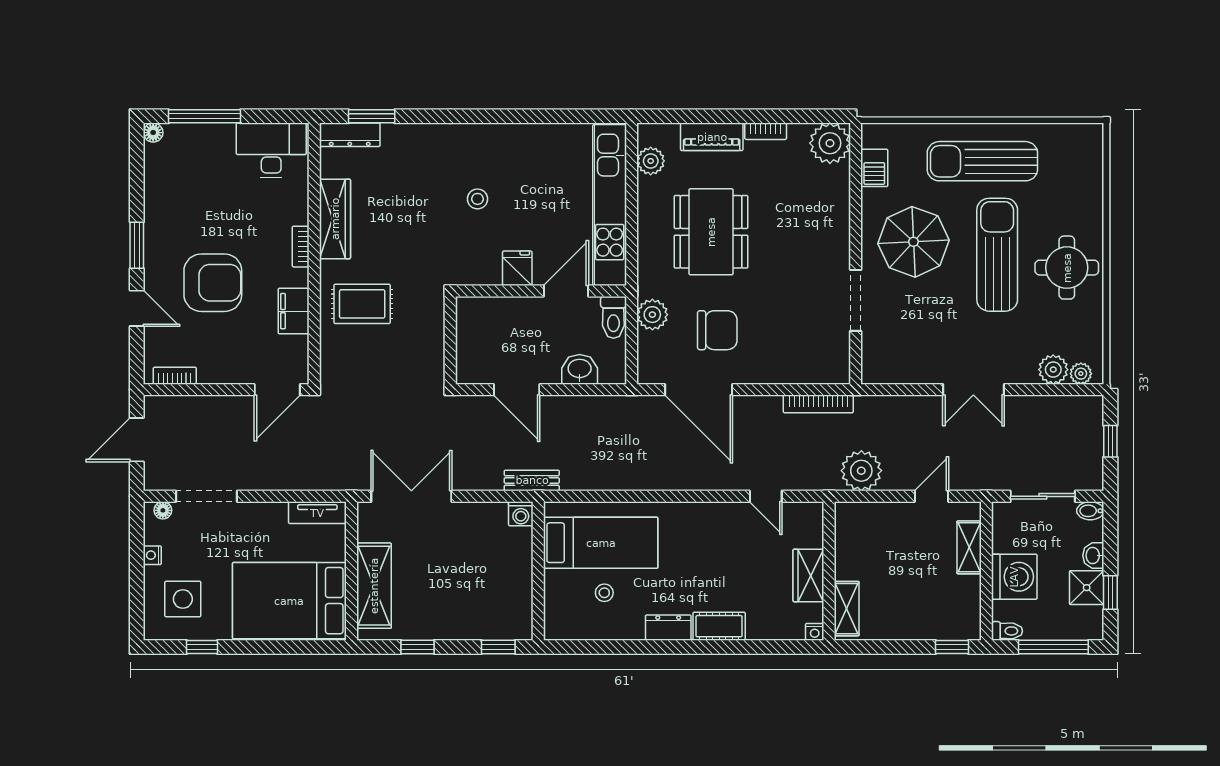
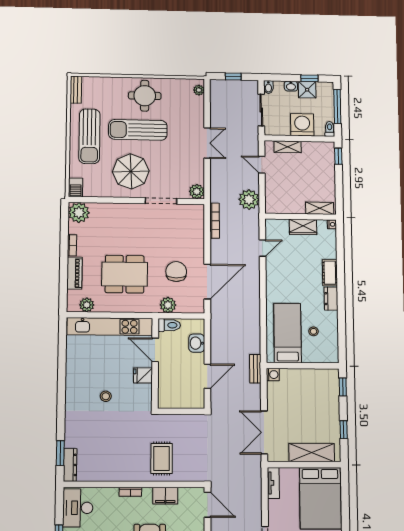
bench: (1076, 133) -> (76, 90), added
barbecue: (874, 168) -> (76, 187), moved, turned 90
wardrobe: (335, 219) -> (116, 473), removed
plant: (1053, 370) -> (197, 191), moved

